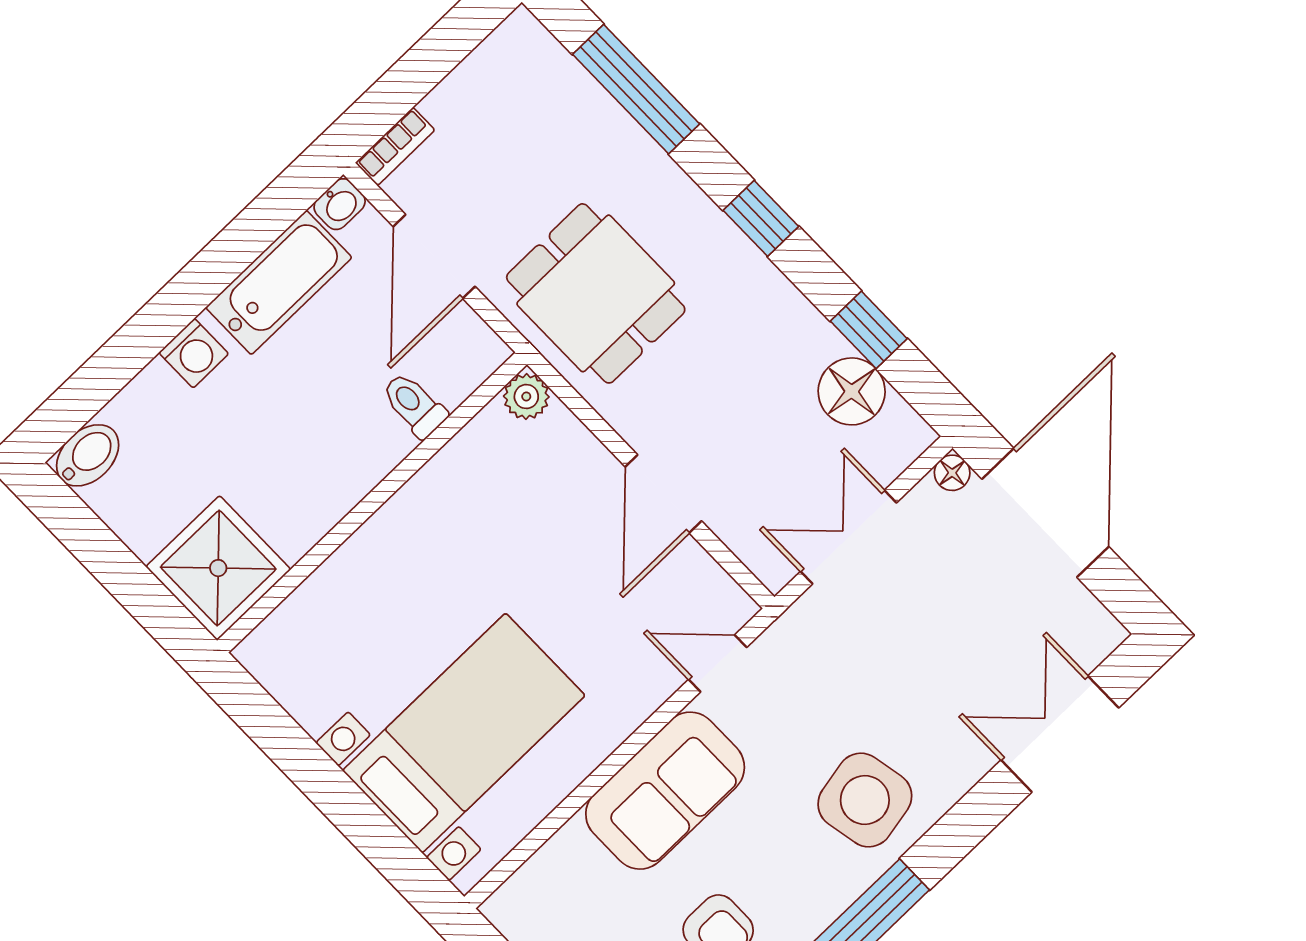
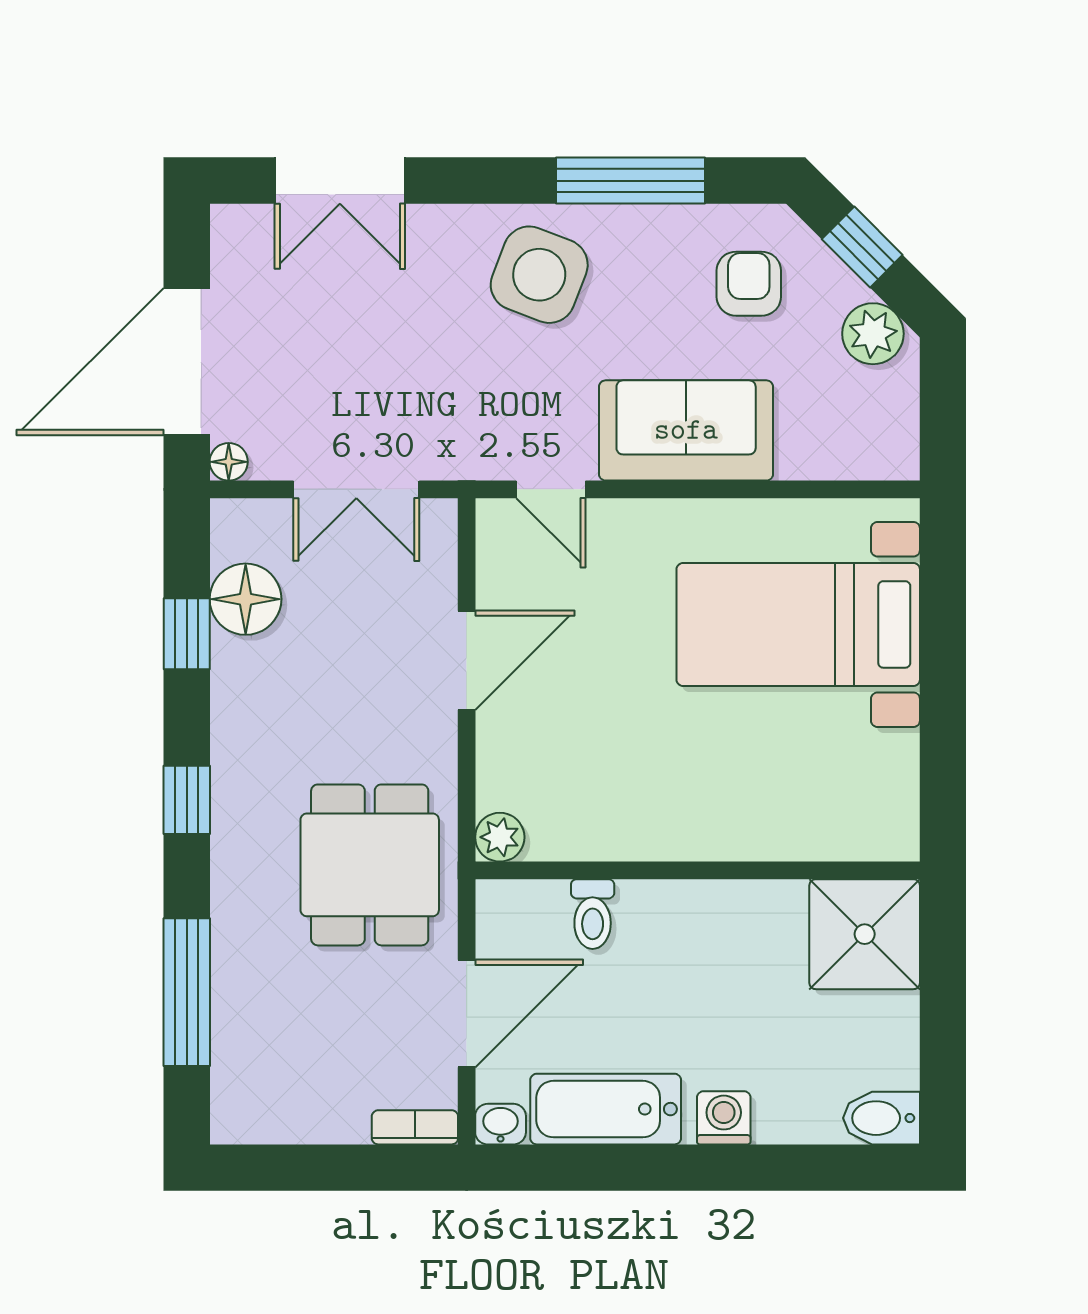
side table: (865, 800) -> (539, 275), turned 32

